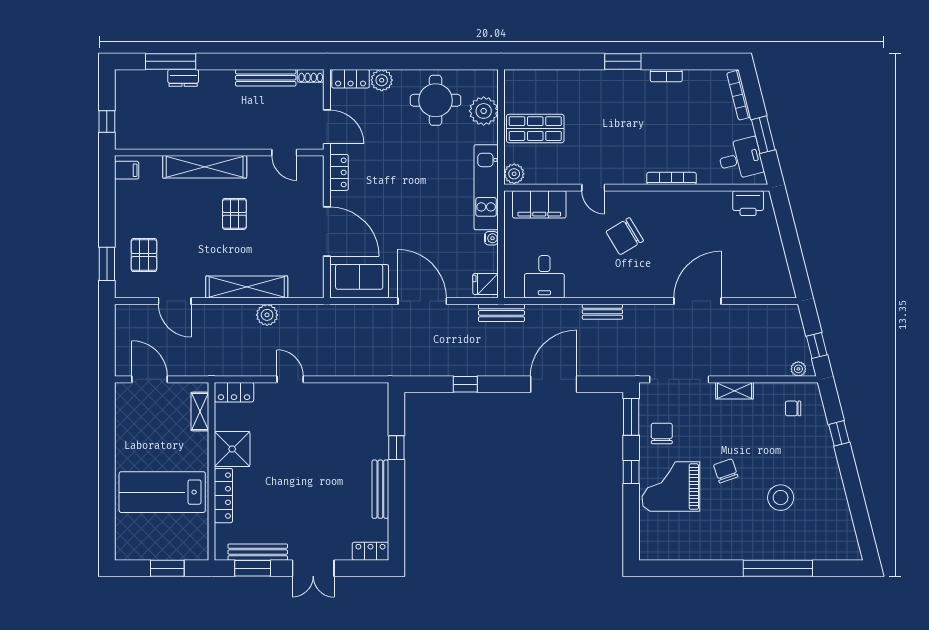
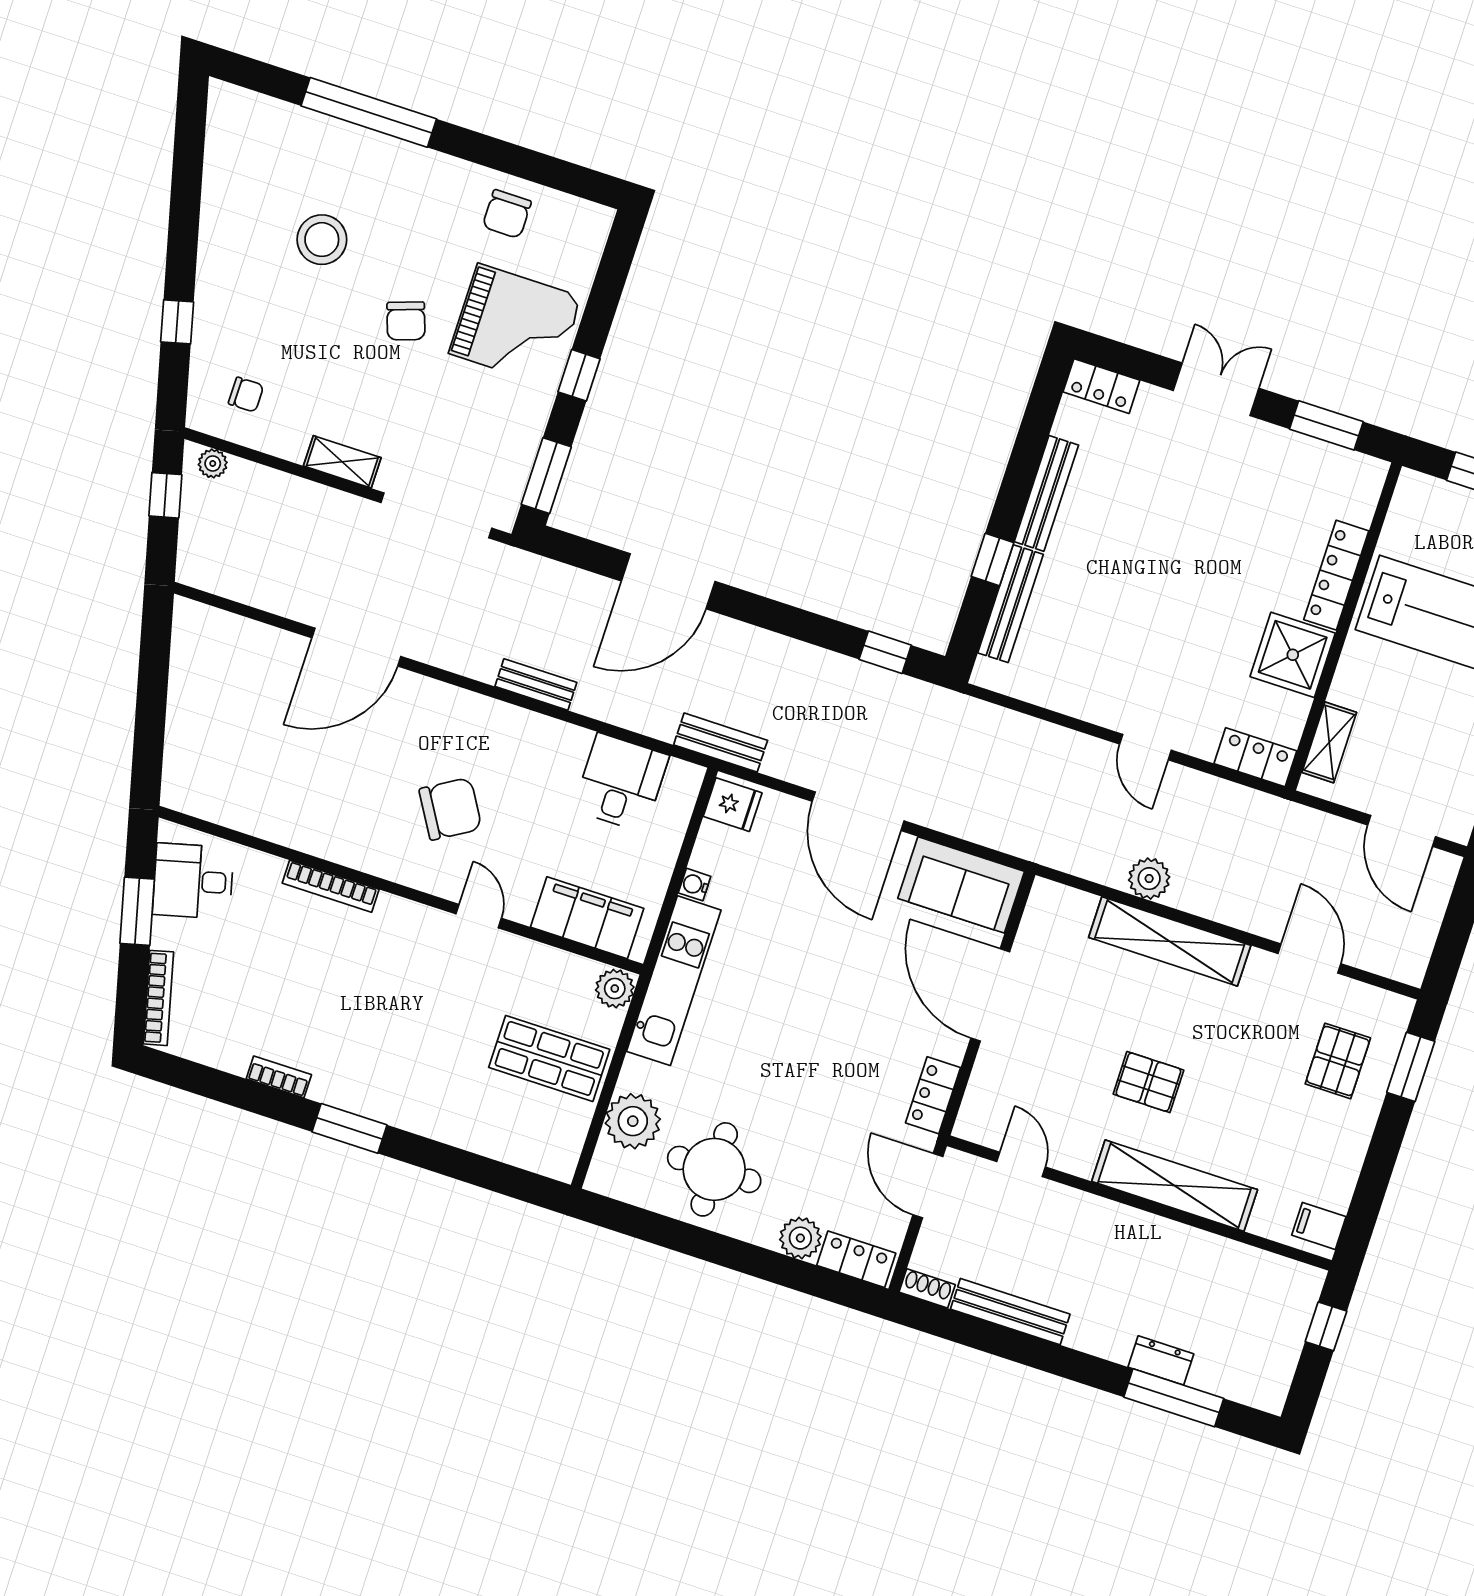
printer: (748, 203) -> (206, 796), removed
pallet: (234, 214) -> (1148, 1082), turned 90
window: (465, 384) -> (885, 652), moved
chair: (662, 433) -> (507, 214), moved
bench: (258, 552) -> (1011, 604), moved, turned 90

